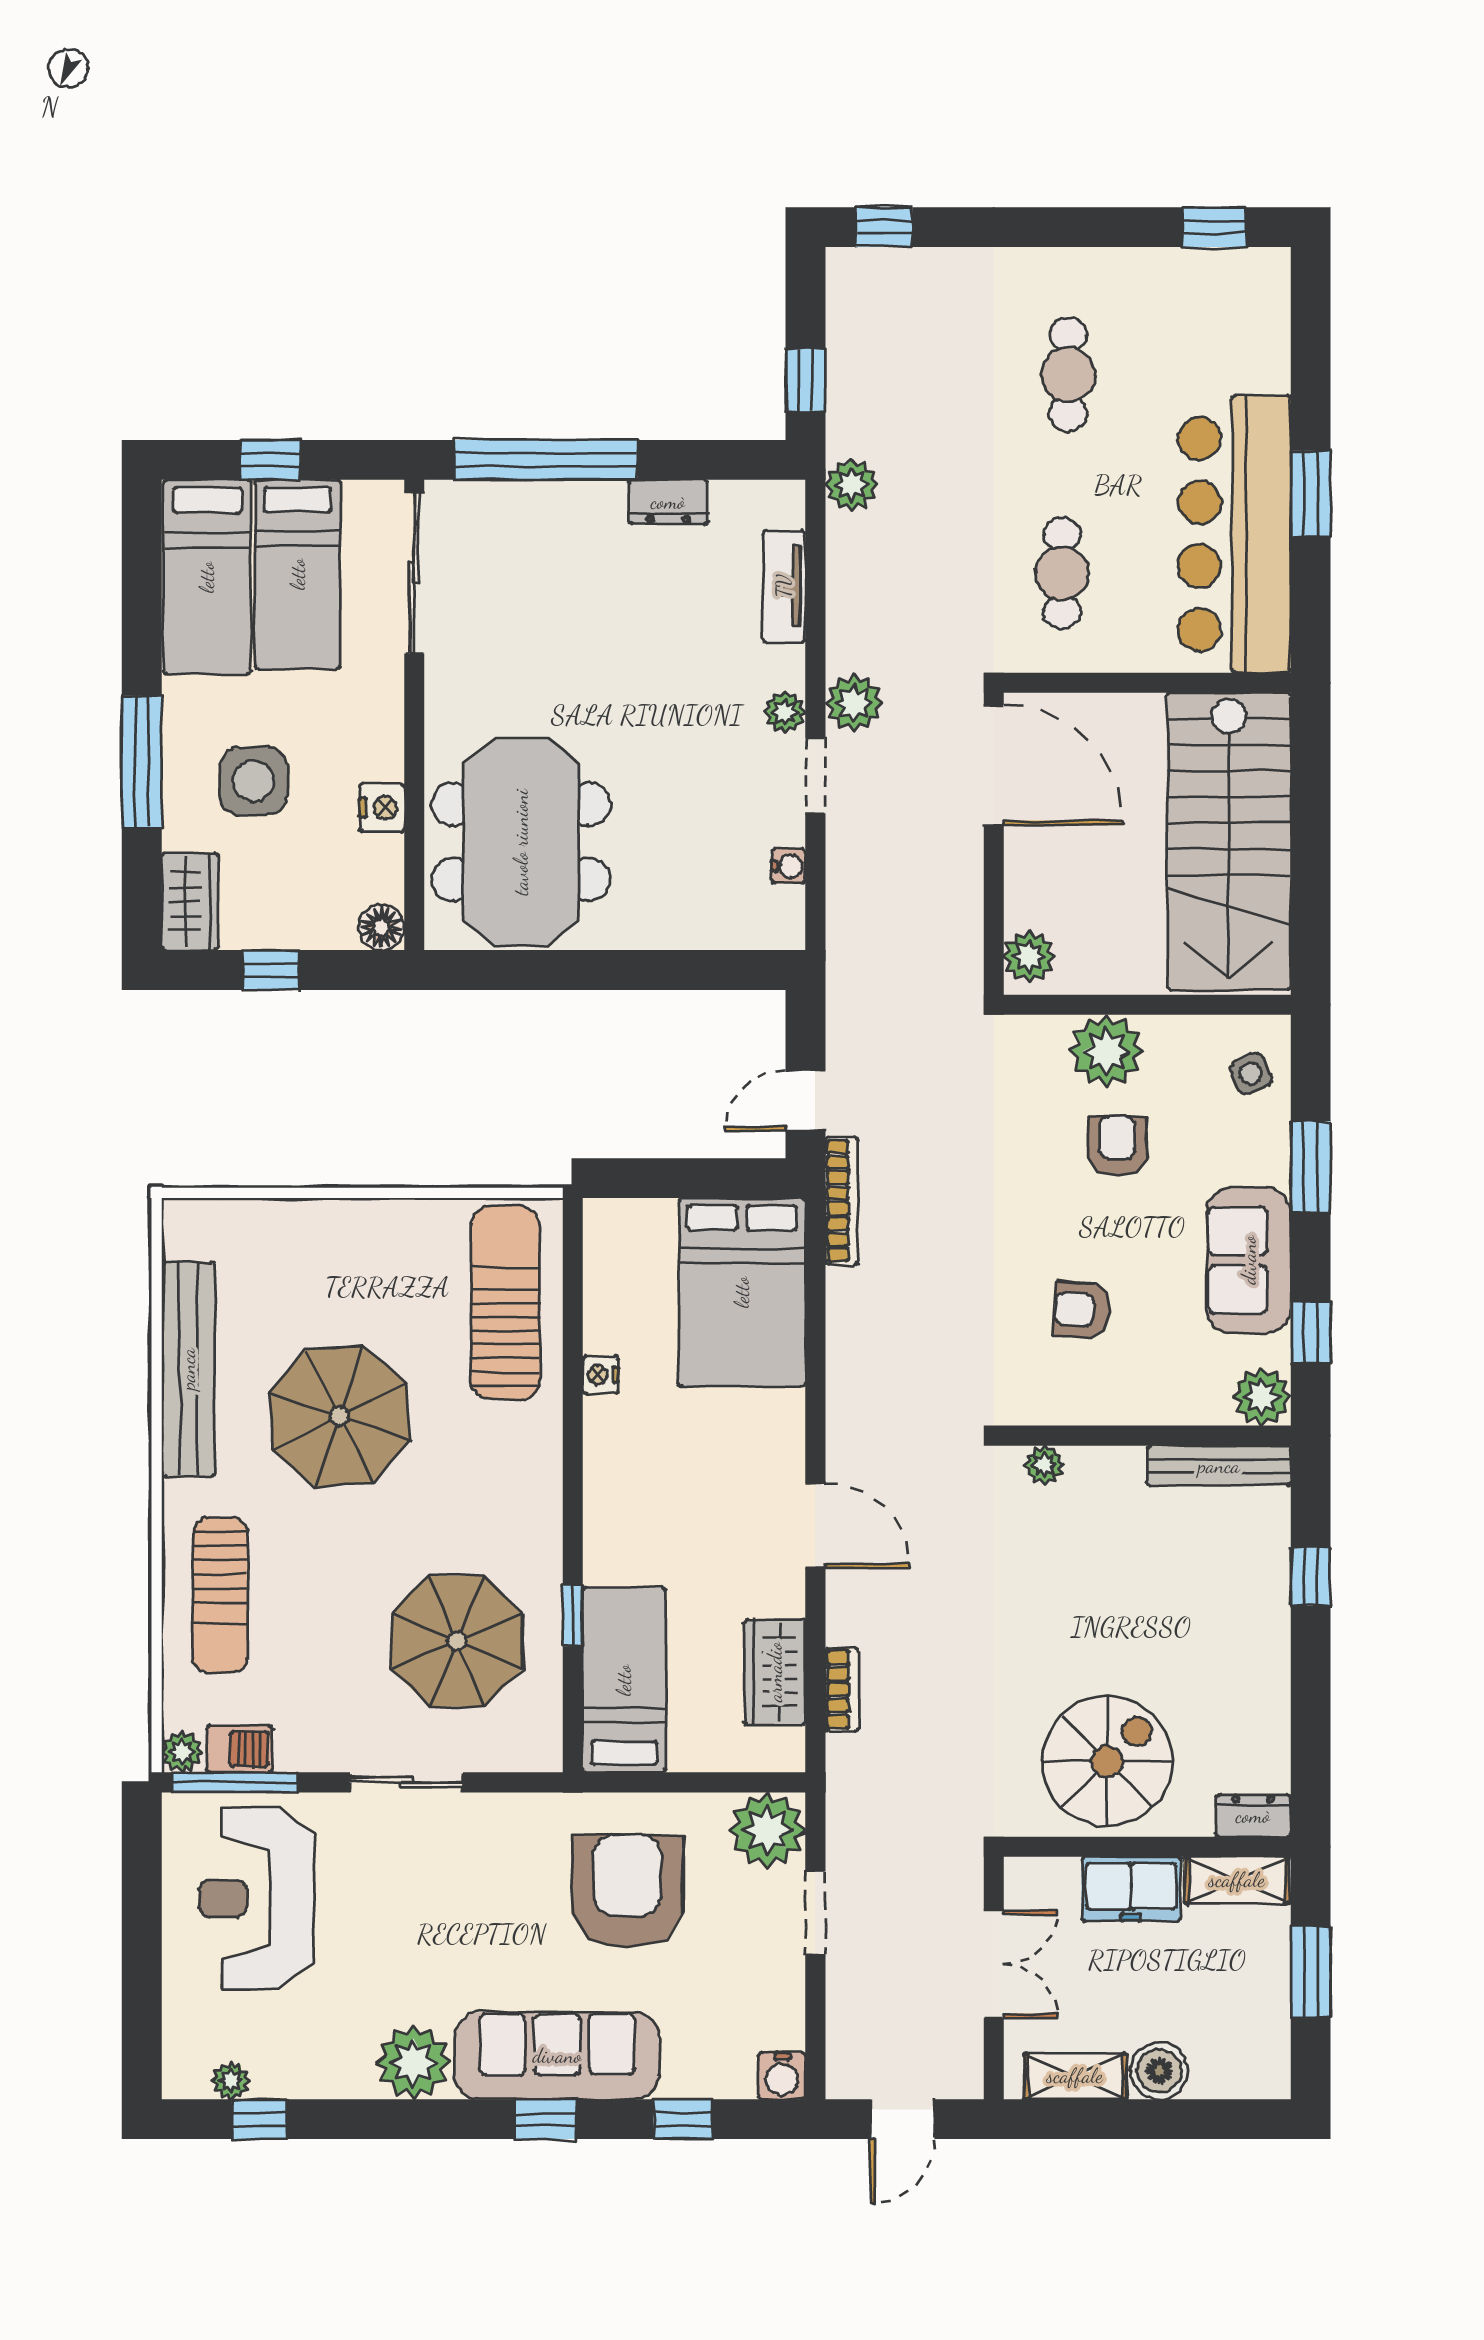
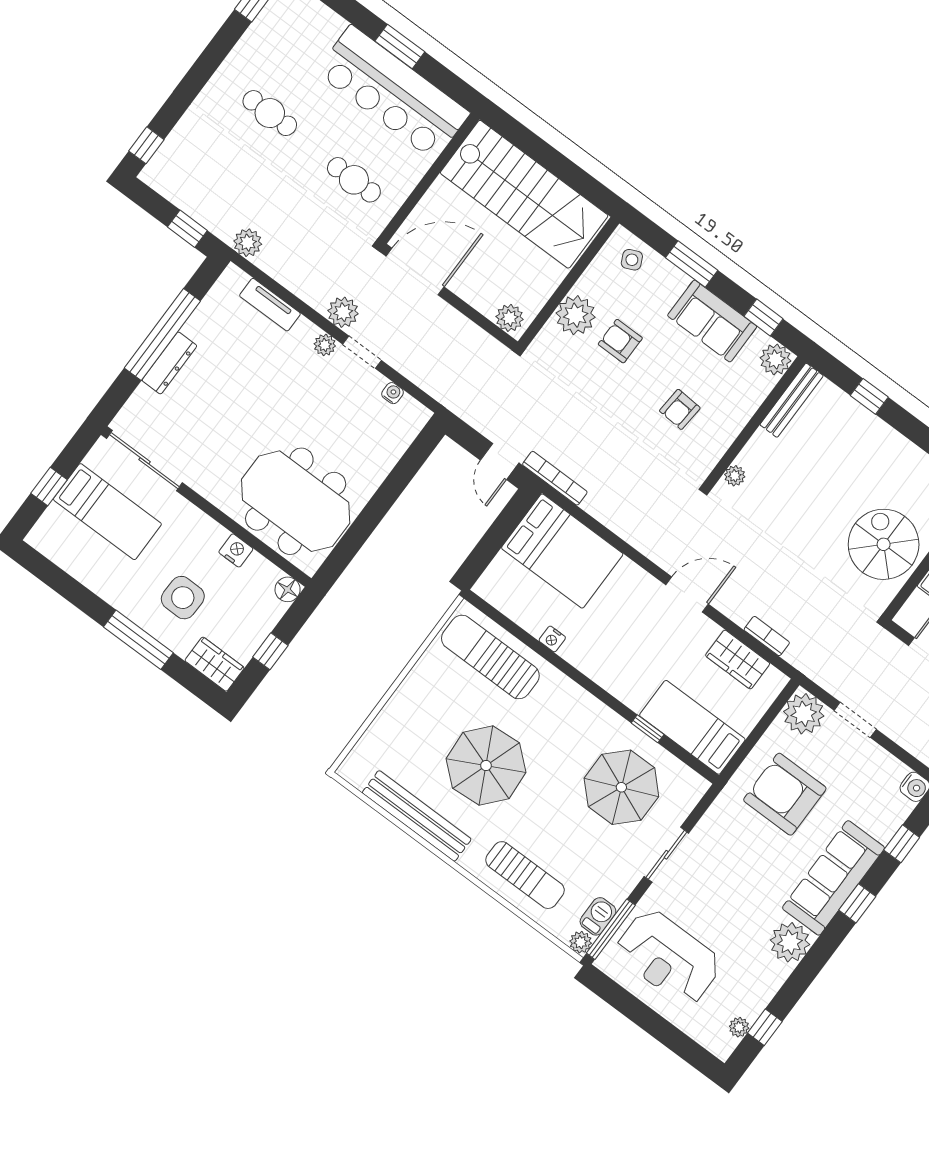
window: (546, 460) -> (162, 335), moved
dresser: (668, 502) -> (169, 363), moved, width x1.44
bed: (207, 577) -> (79, 552), removed

